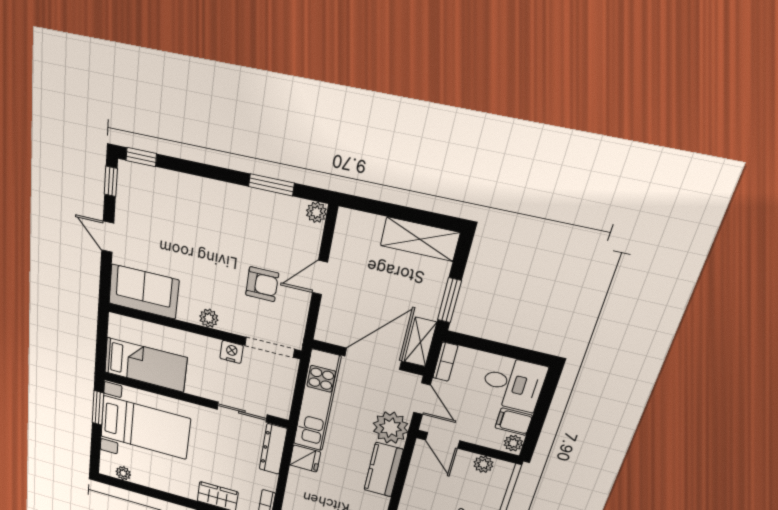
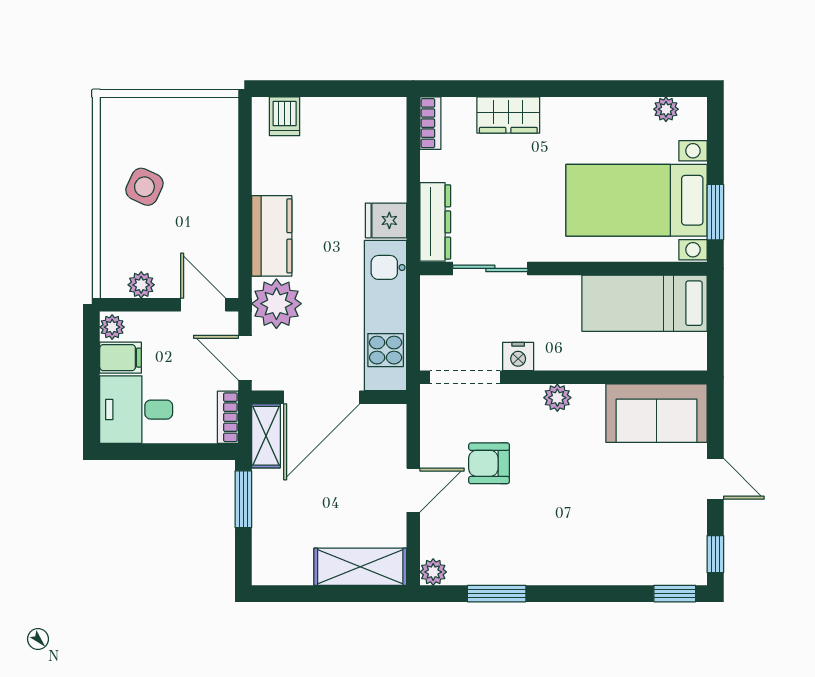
shelving: (420, 239) -> (360, 567), moved

